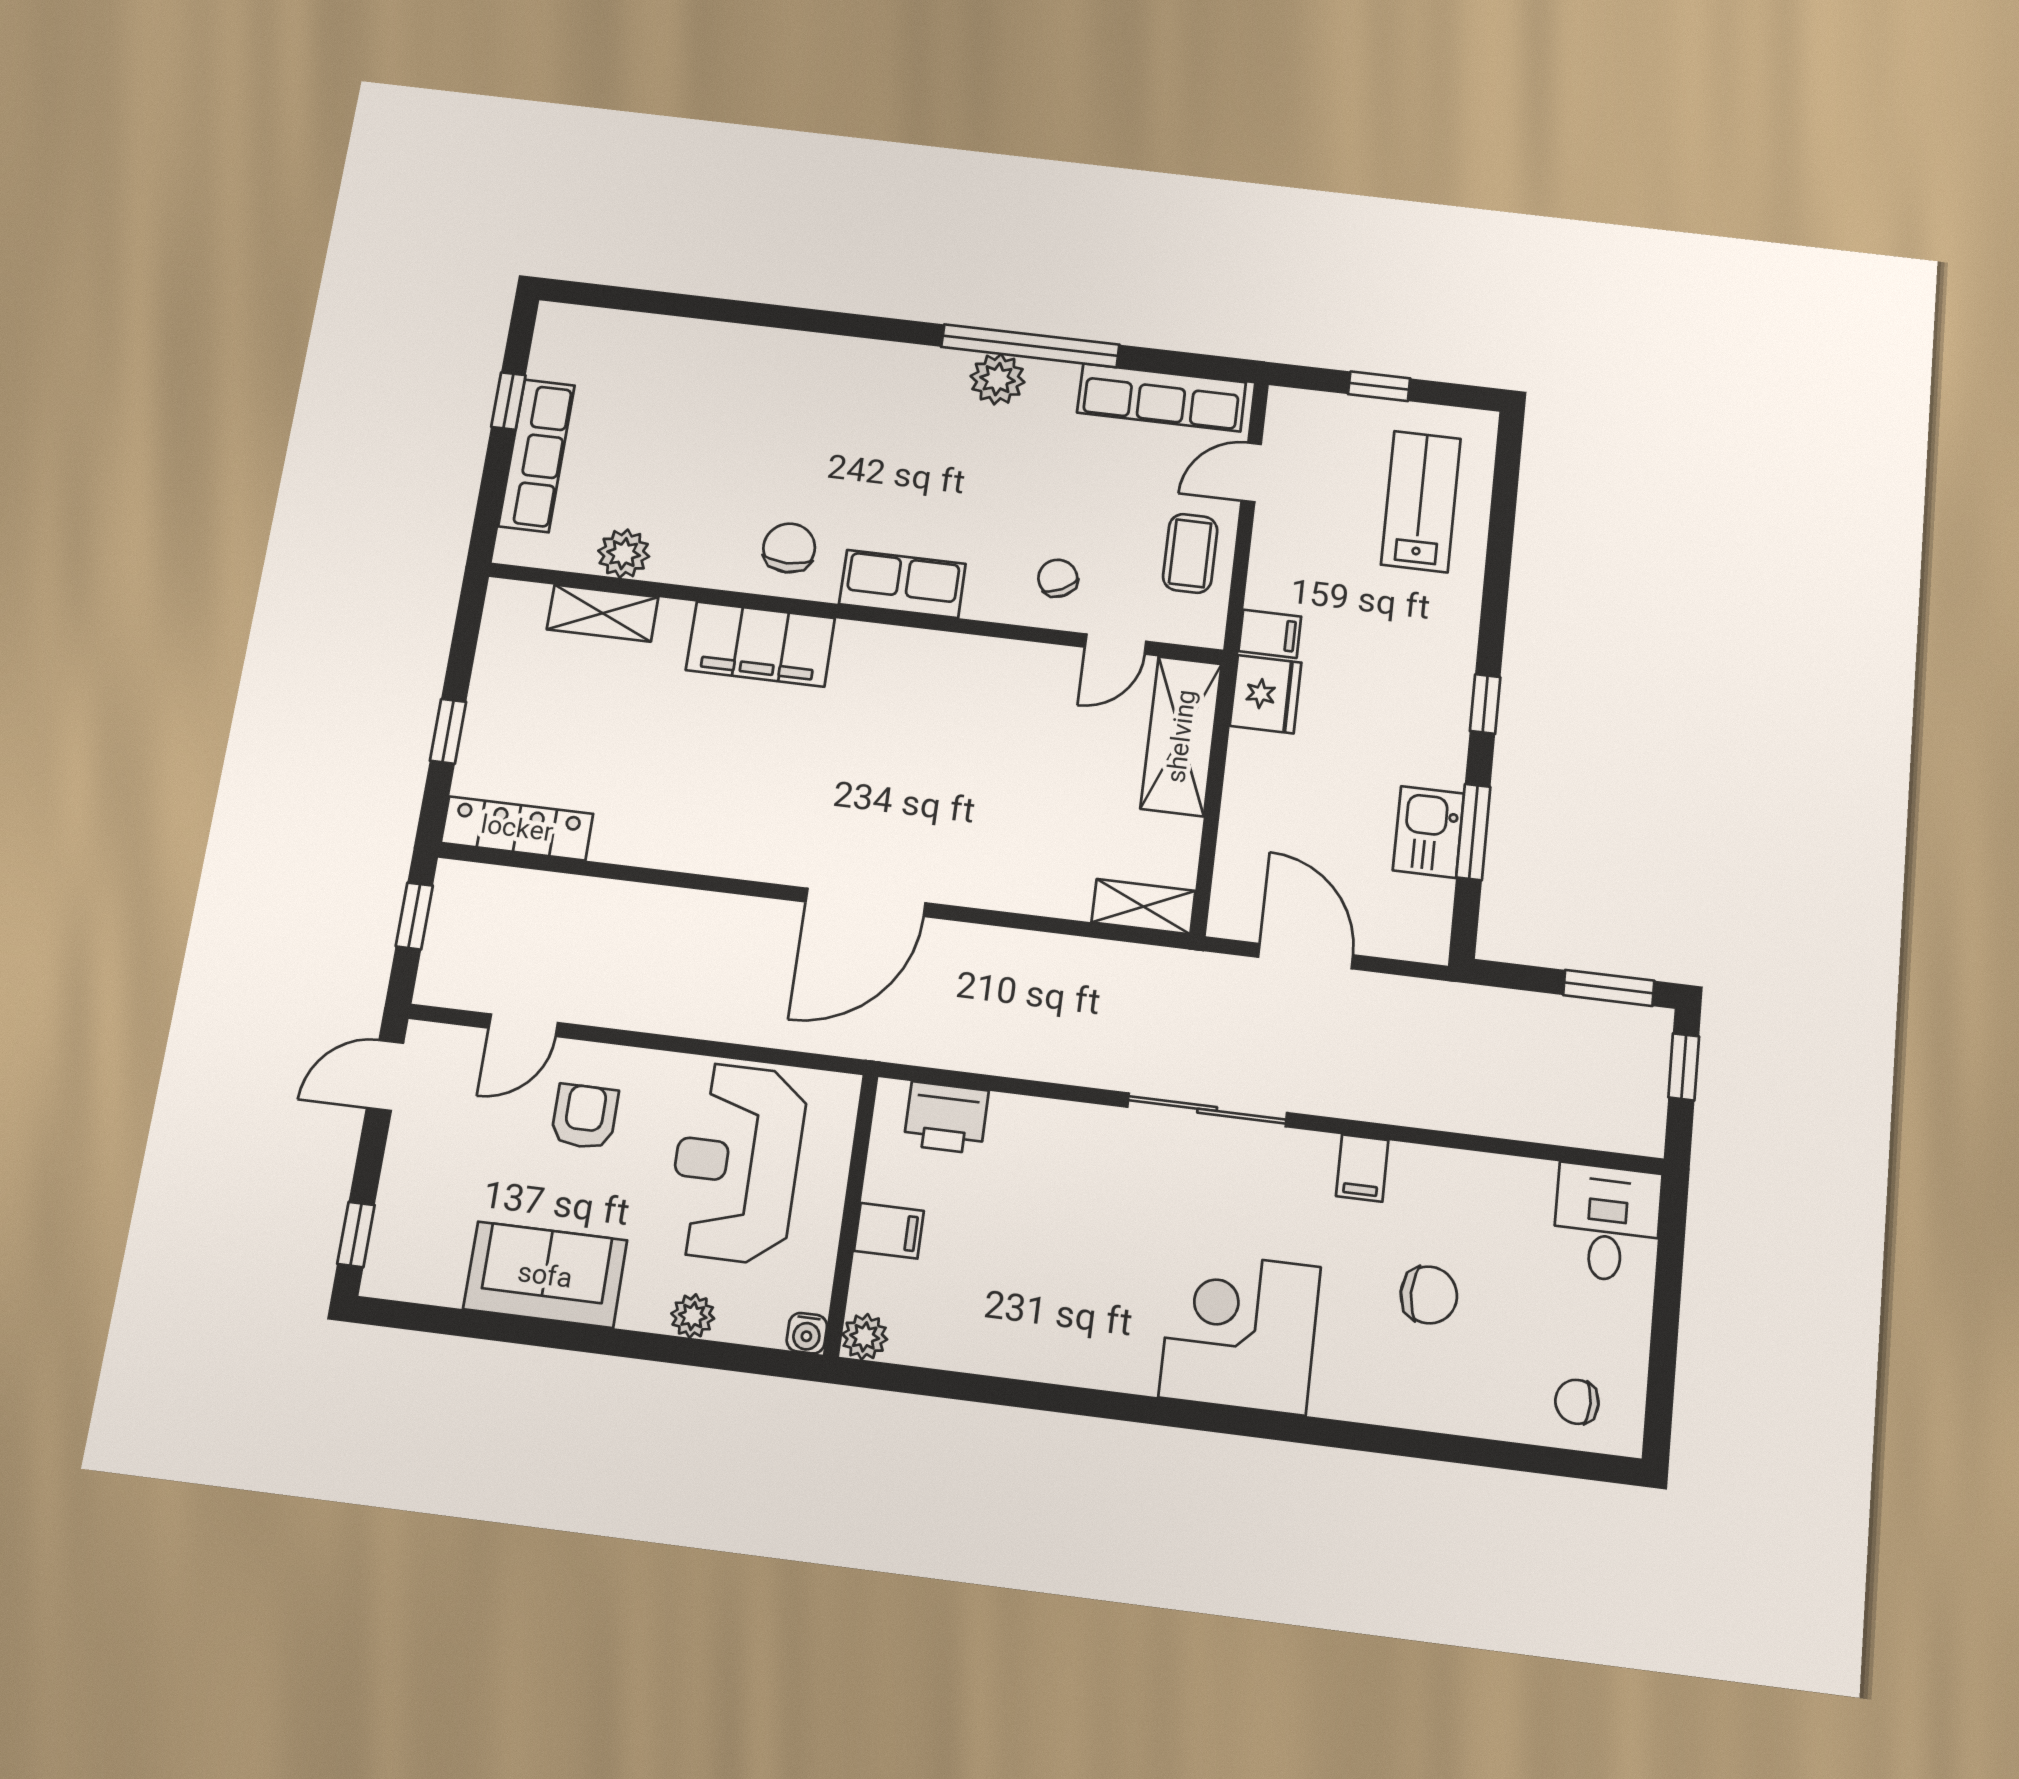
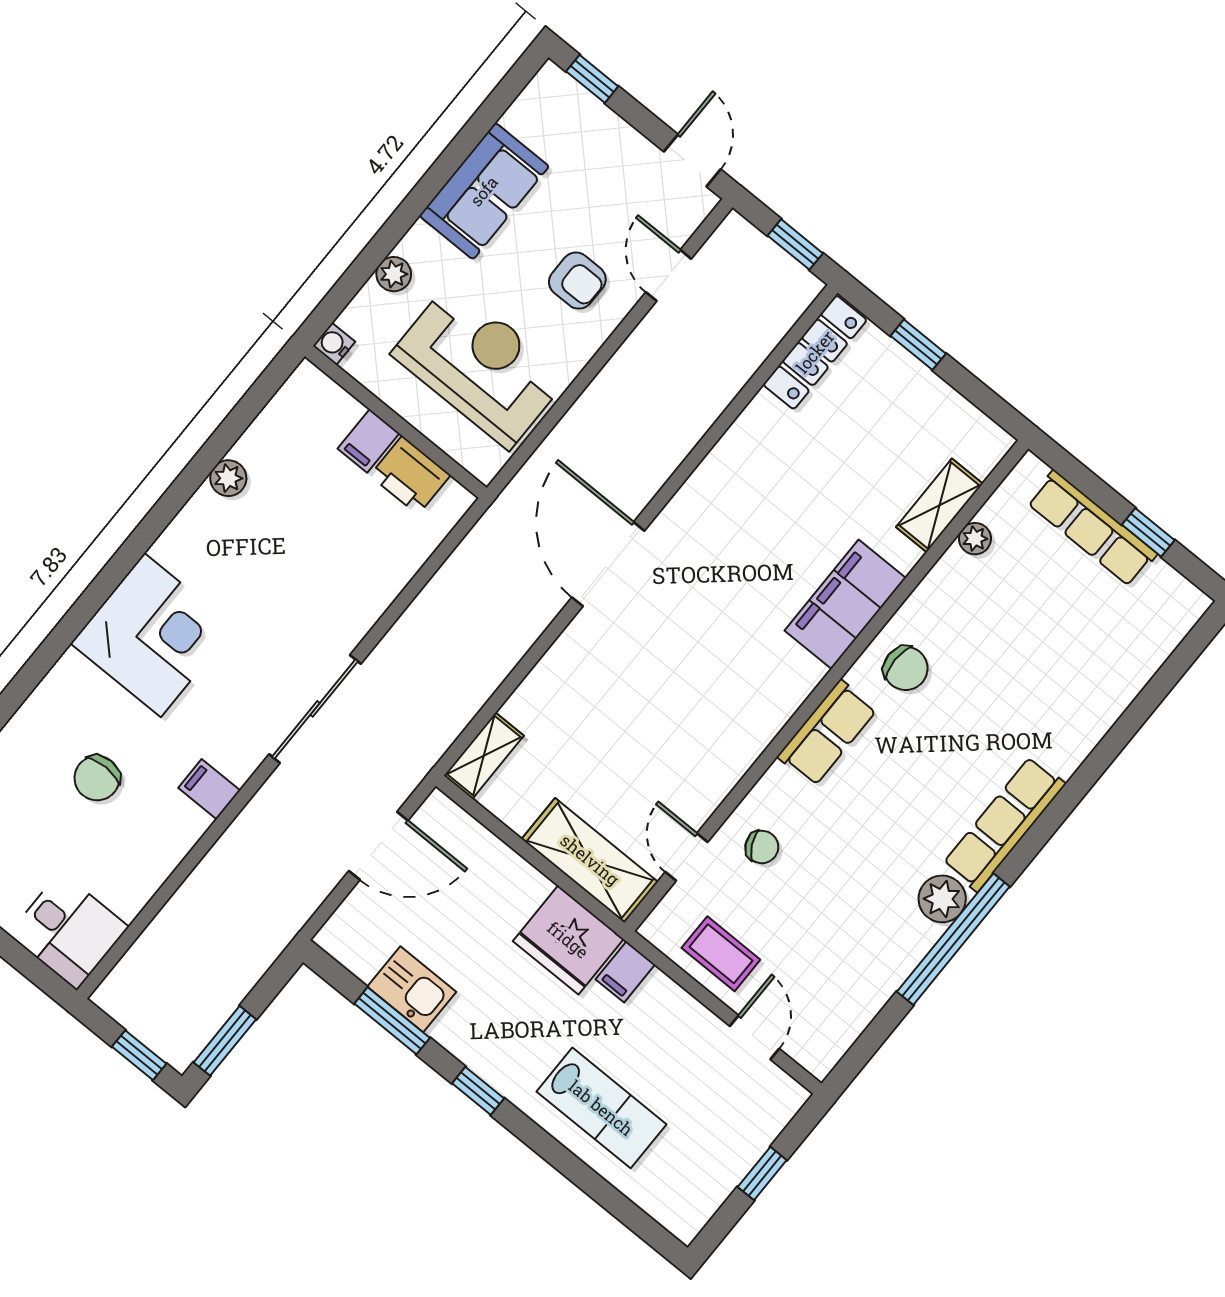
row of seats: (1162, 397) -> (1004, 824), moved
lab bench: (1421, 501) -> (601, 1108), moved
plant: (624, 554) -> (975, 539), width x0.73, depth x0.73
fridge: (1266, 694) -> (568, 940), width x1.36, depth x1.34
printer: (946, 1118) -> (410, 475), moved, turned -90
plant: (865, 1337) -> (228, 478), moved

